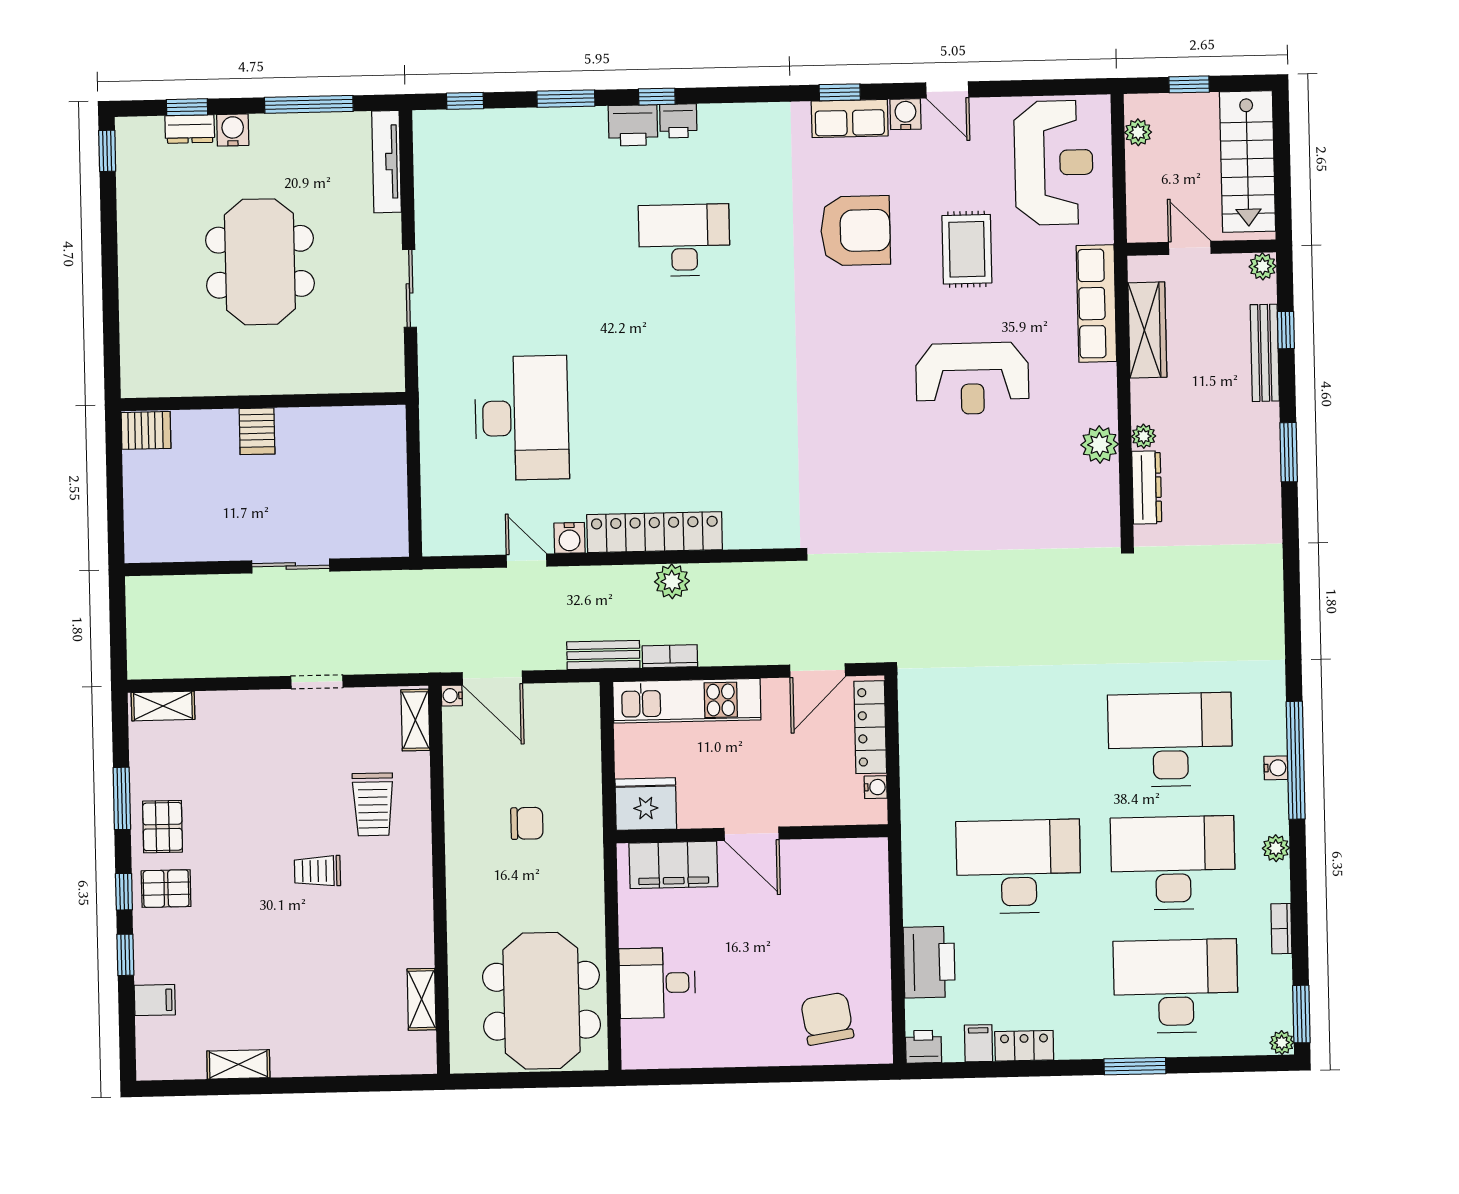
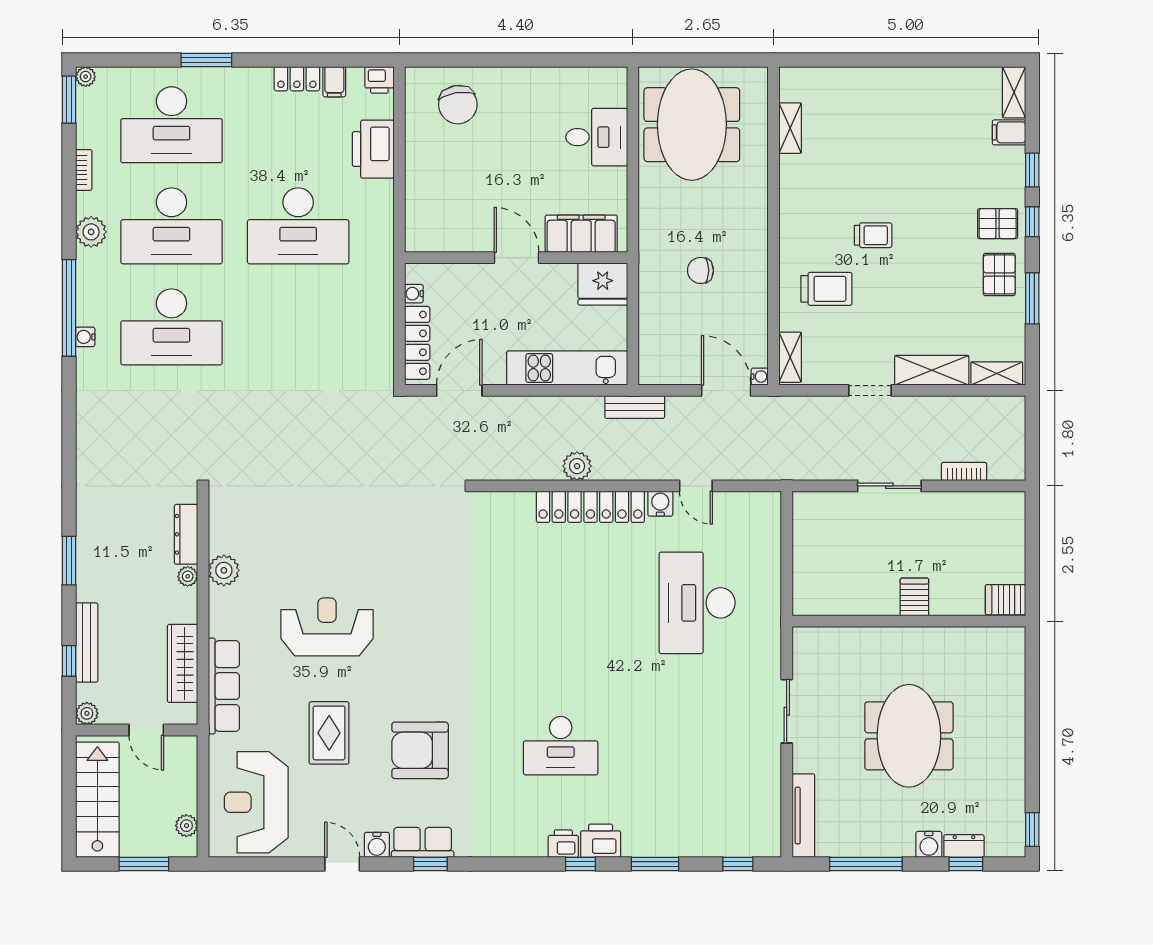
window: (1189, 84) -> (144, 864), width x1.50
bookcase: (670, 656) -> (964, 471), moved, turned 180
shelving: (242, 708) -> (932, 370), added
water cooler: (1276, 768) -> (85, 337), moved
trolley: (373, 804) -> (826, 289), turned 90
plant: (1276, 848) -> (91, 232), width x1.38, depth x1.38
shelving: (238, 1064) -> (1014, 92), moved, turned 90

